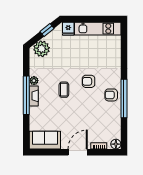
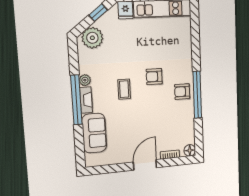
sofa: (45, 140) -> (94, 133), moved, turned 90

